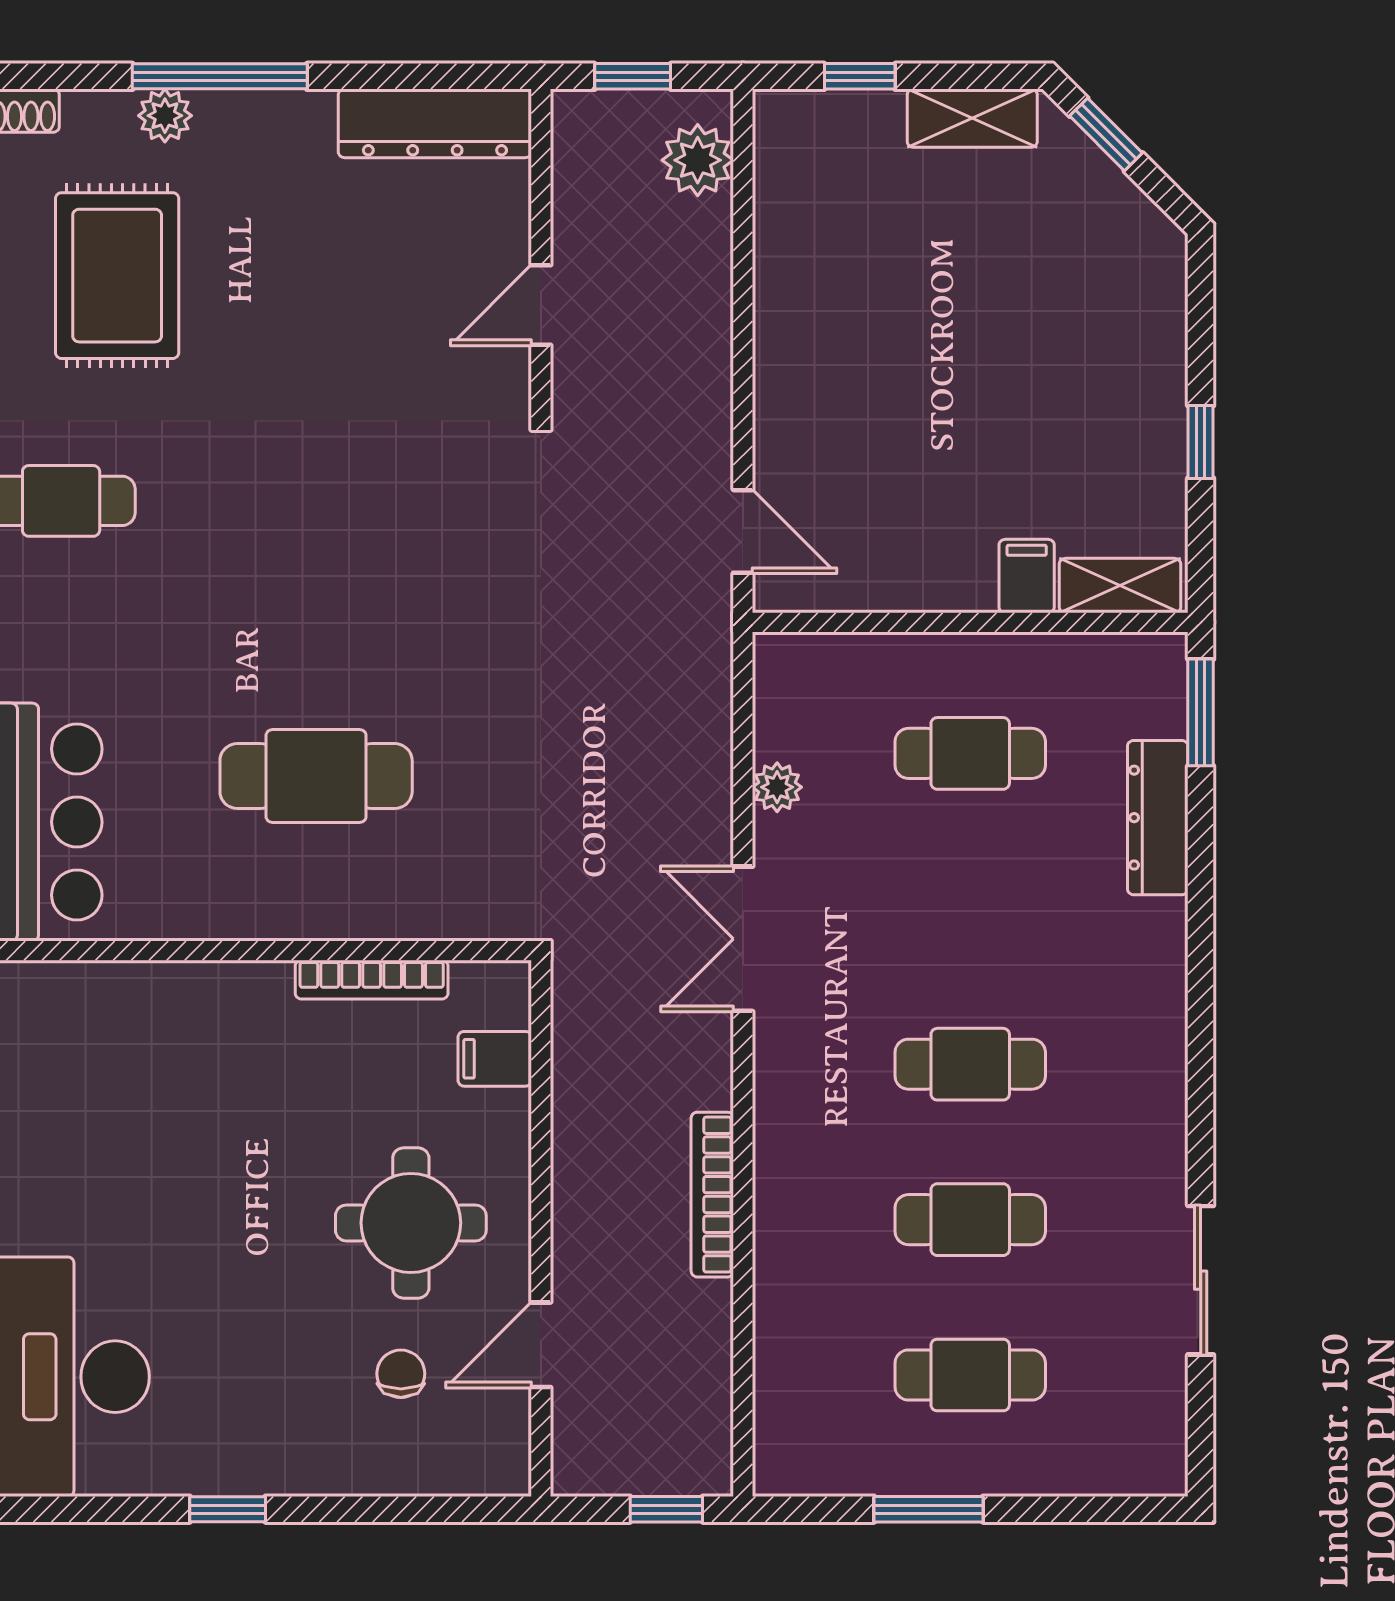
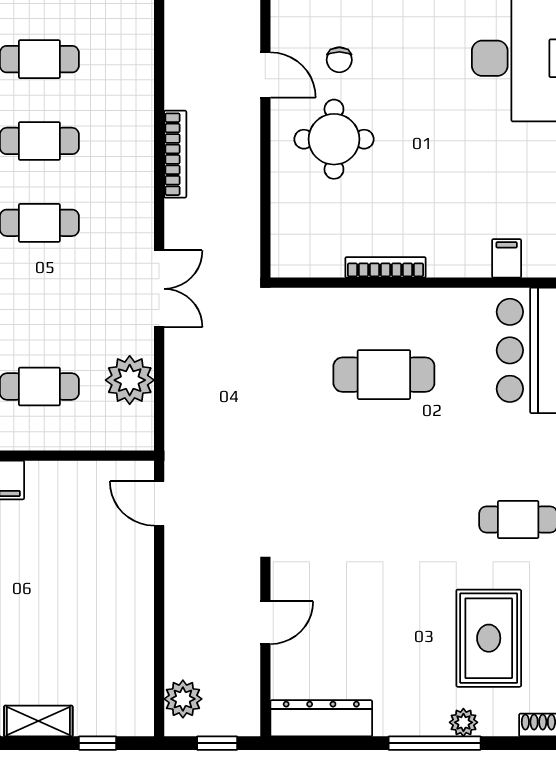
plant: (777, 787) -> (130, 380), width x1.88, depth x1.88
bookcase: (372, 980) -> (385, 267), moved
filing cabinet: (495, 1059) -> (507, 258), moved, turned -90
door: (541, 1345) -> (265, 75), hinge flipped

